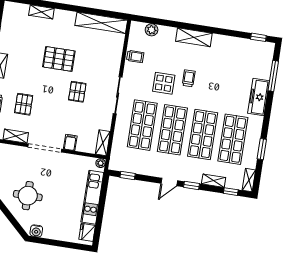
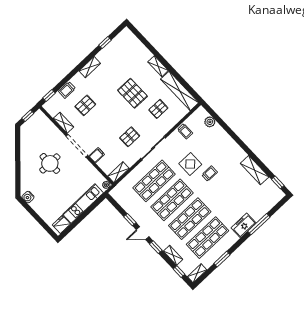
shelving: (41, 12) -> (158, 66), moved
shelving: (194, 37) -> (255, 170), moved
pallet: (94, 55) -> (158, 109), added
window: (273, 76) -> (259, 224), moved
pallet: (77, 92) -> (130, 137), moved
freezer: (258, 97) -> (244, 225), width x0.71
window: (128, 175) -> (130, 220), moved
round table: (28, 196) -> (50, 163), moved

